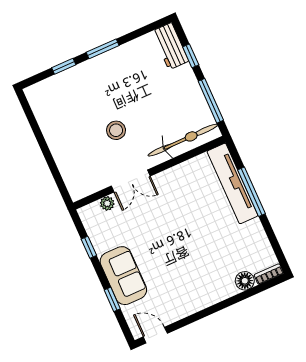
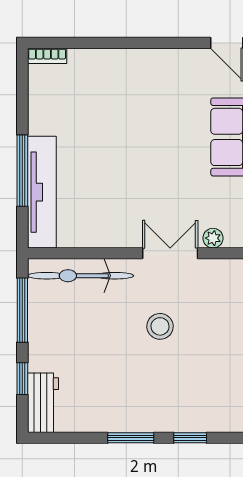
floor lamp: (245, 281) -> (82, 61), removed

